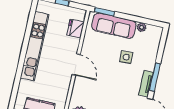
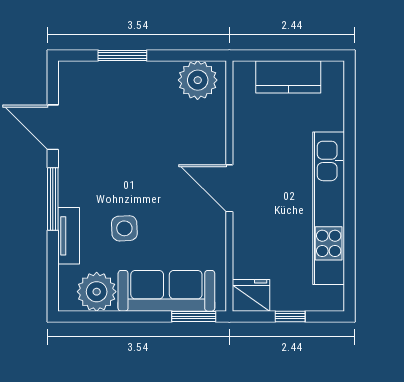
plant: (141, 27) -> (97, 292), width x1.88, depth x1.88
fridge: (75, 29) -> (251, 295), moved, turned -90
tv unit: (146, 84) -> (69, 236), moved

